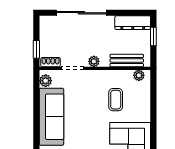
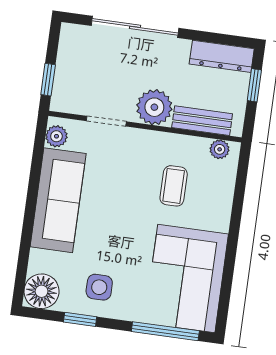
plant: (94, 61) -> (154, 107), width x1.87, depth x1.87
shoe rack: (51, 62) -> (70, 105), removed

